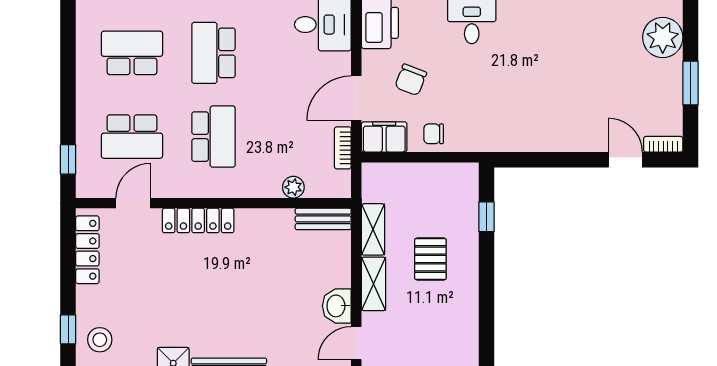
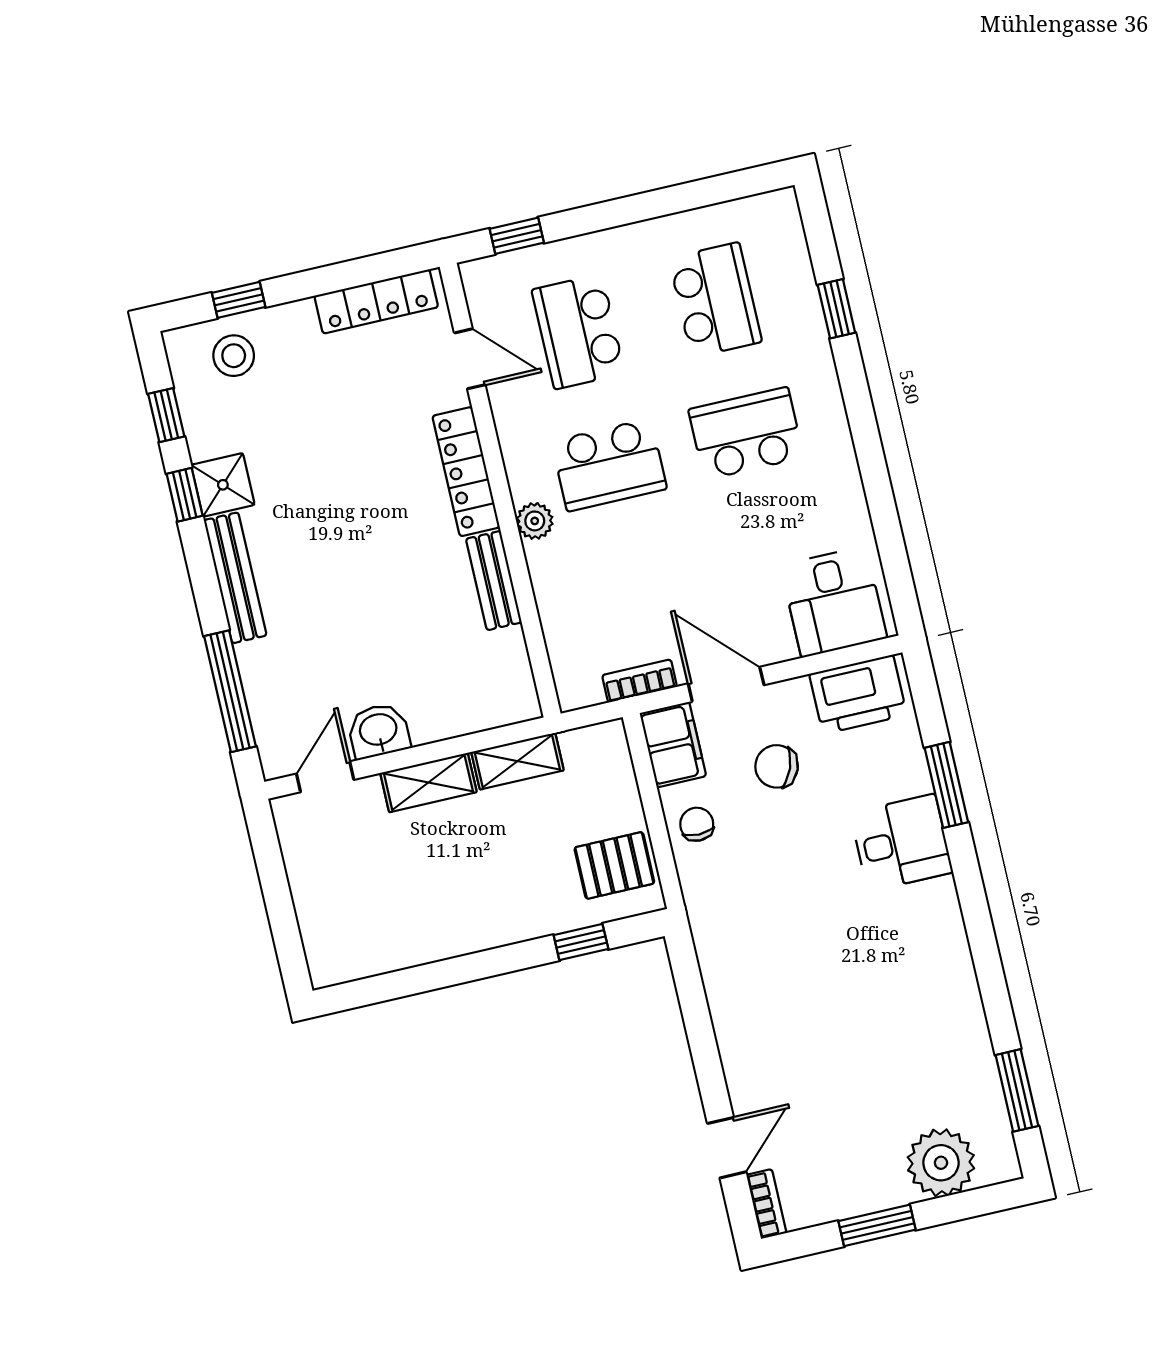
plant: (293, 187) -> (535, 521), moved
bench: (323, 219) -> (494, 581), moved
pallet: (430, 259) -> (614, 865), moved
door: (356, 343) -> (325, 777), hinge flipped

